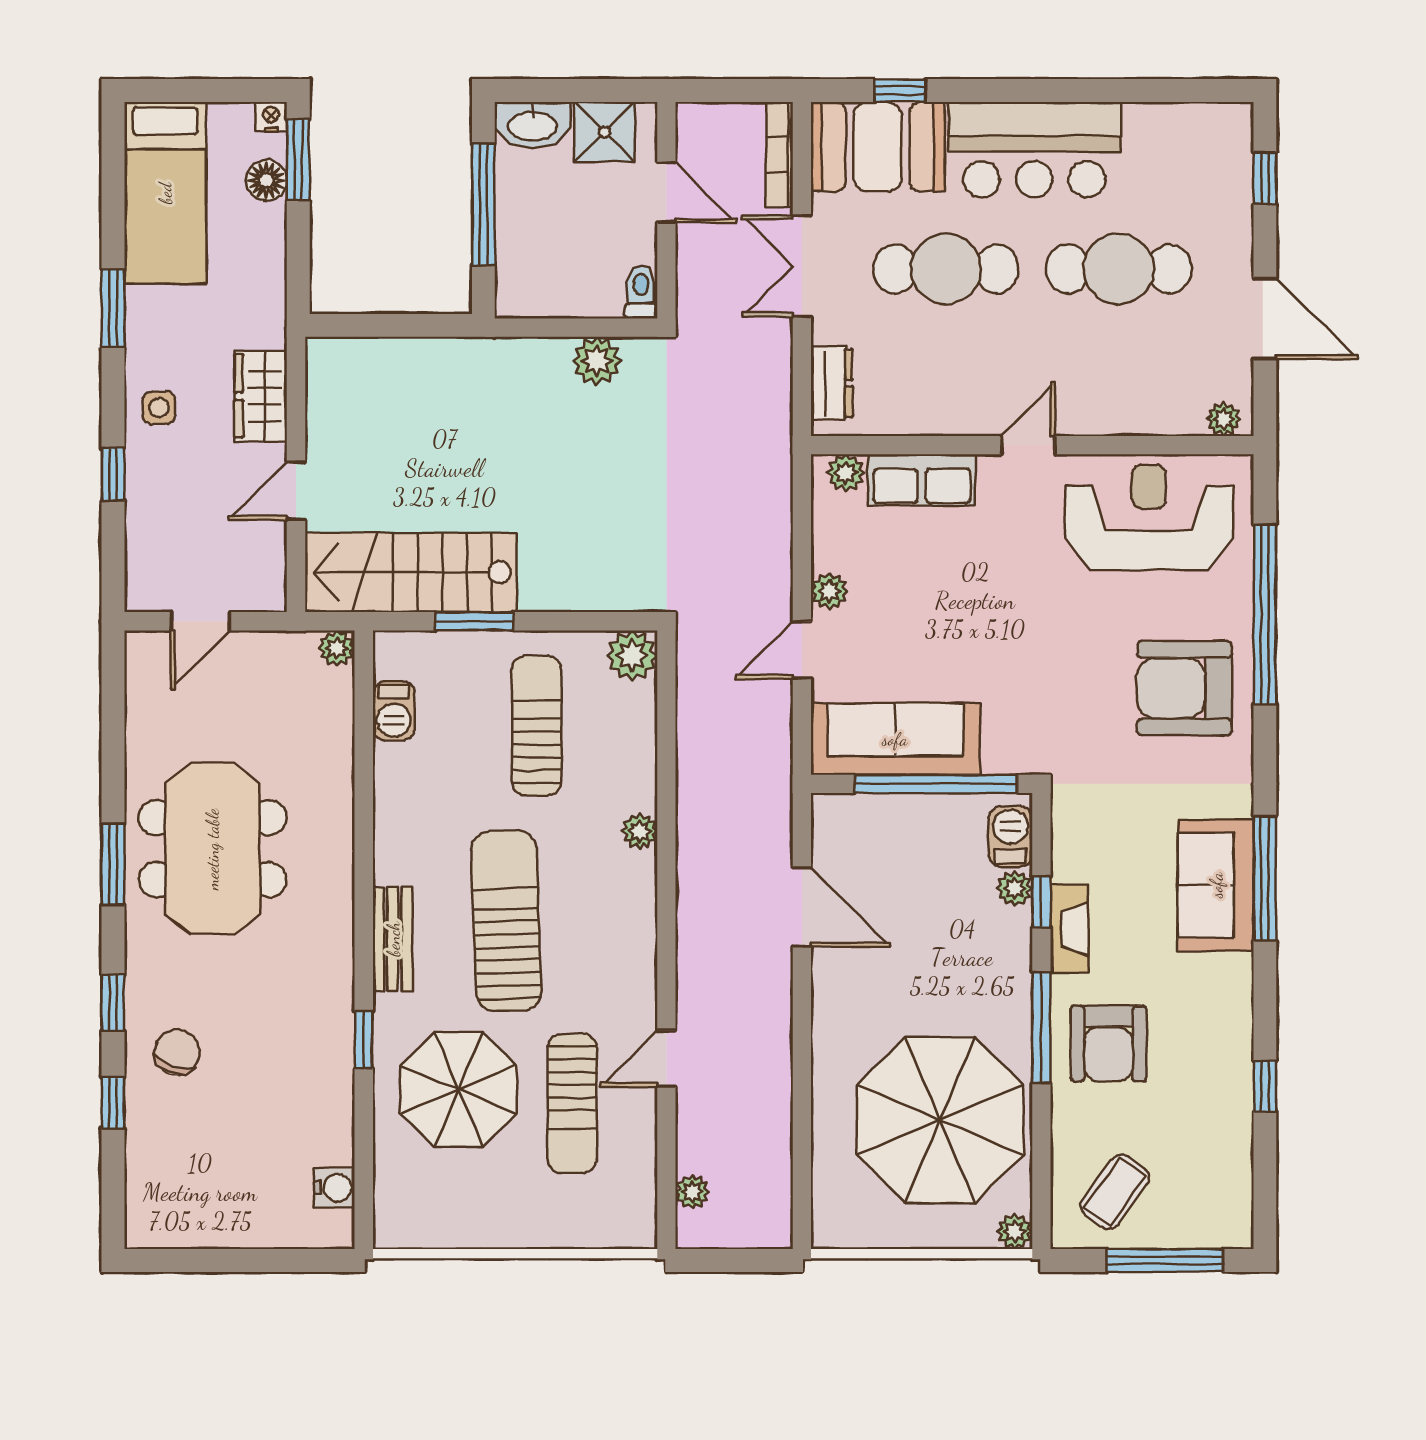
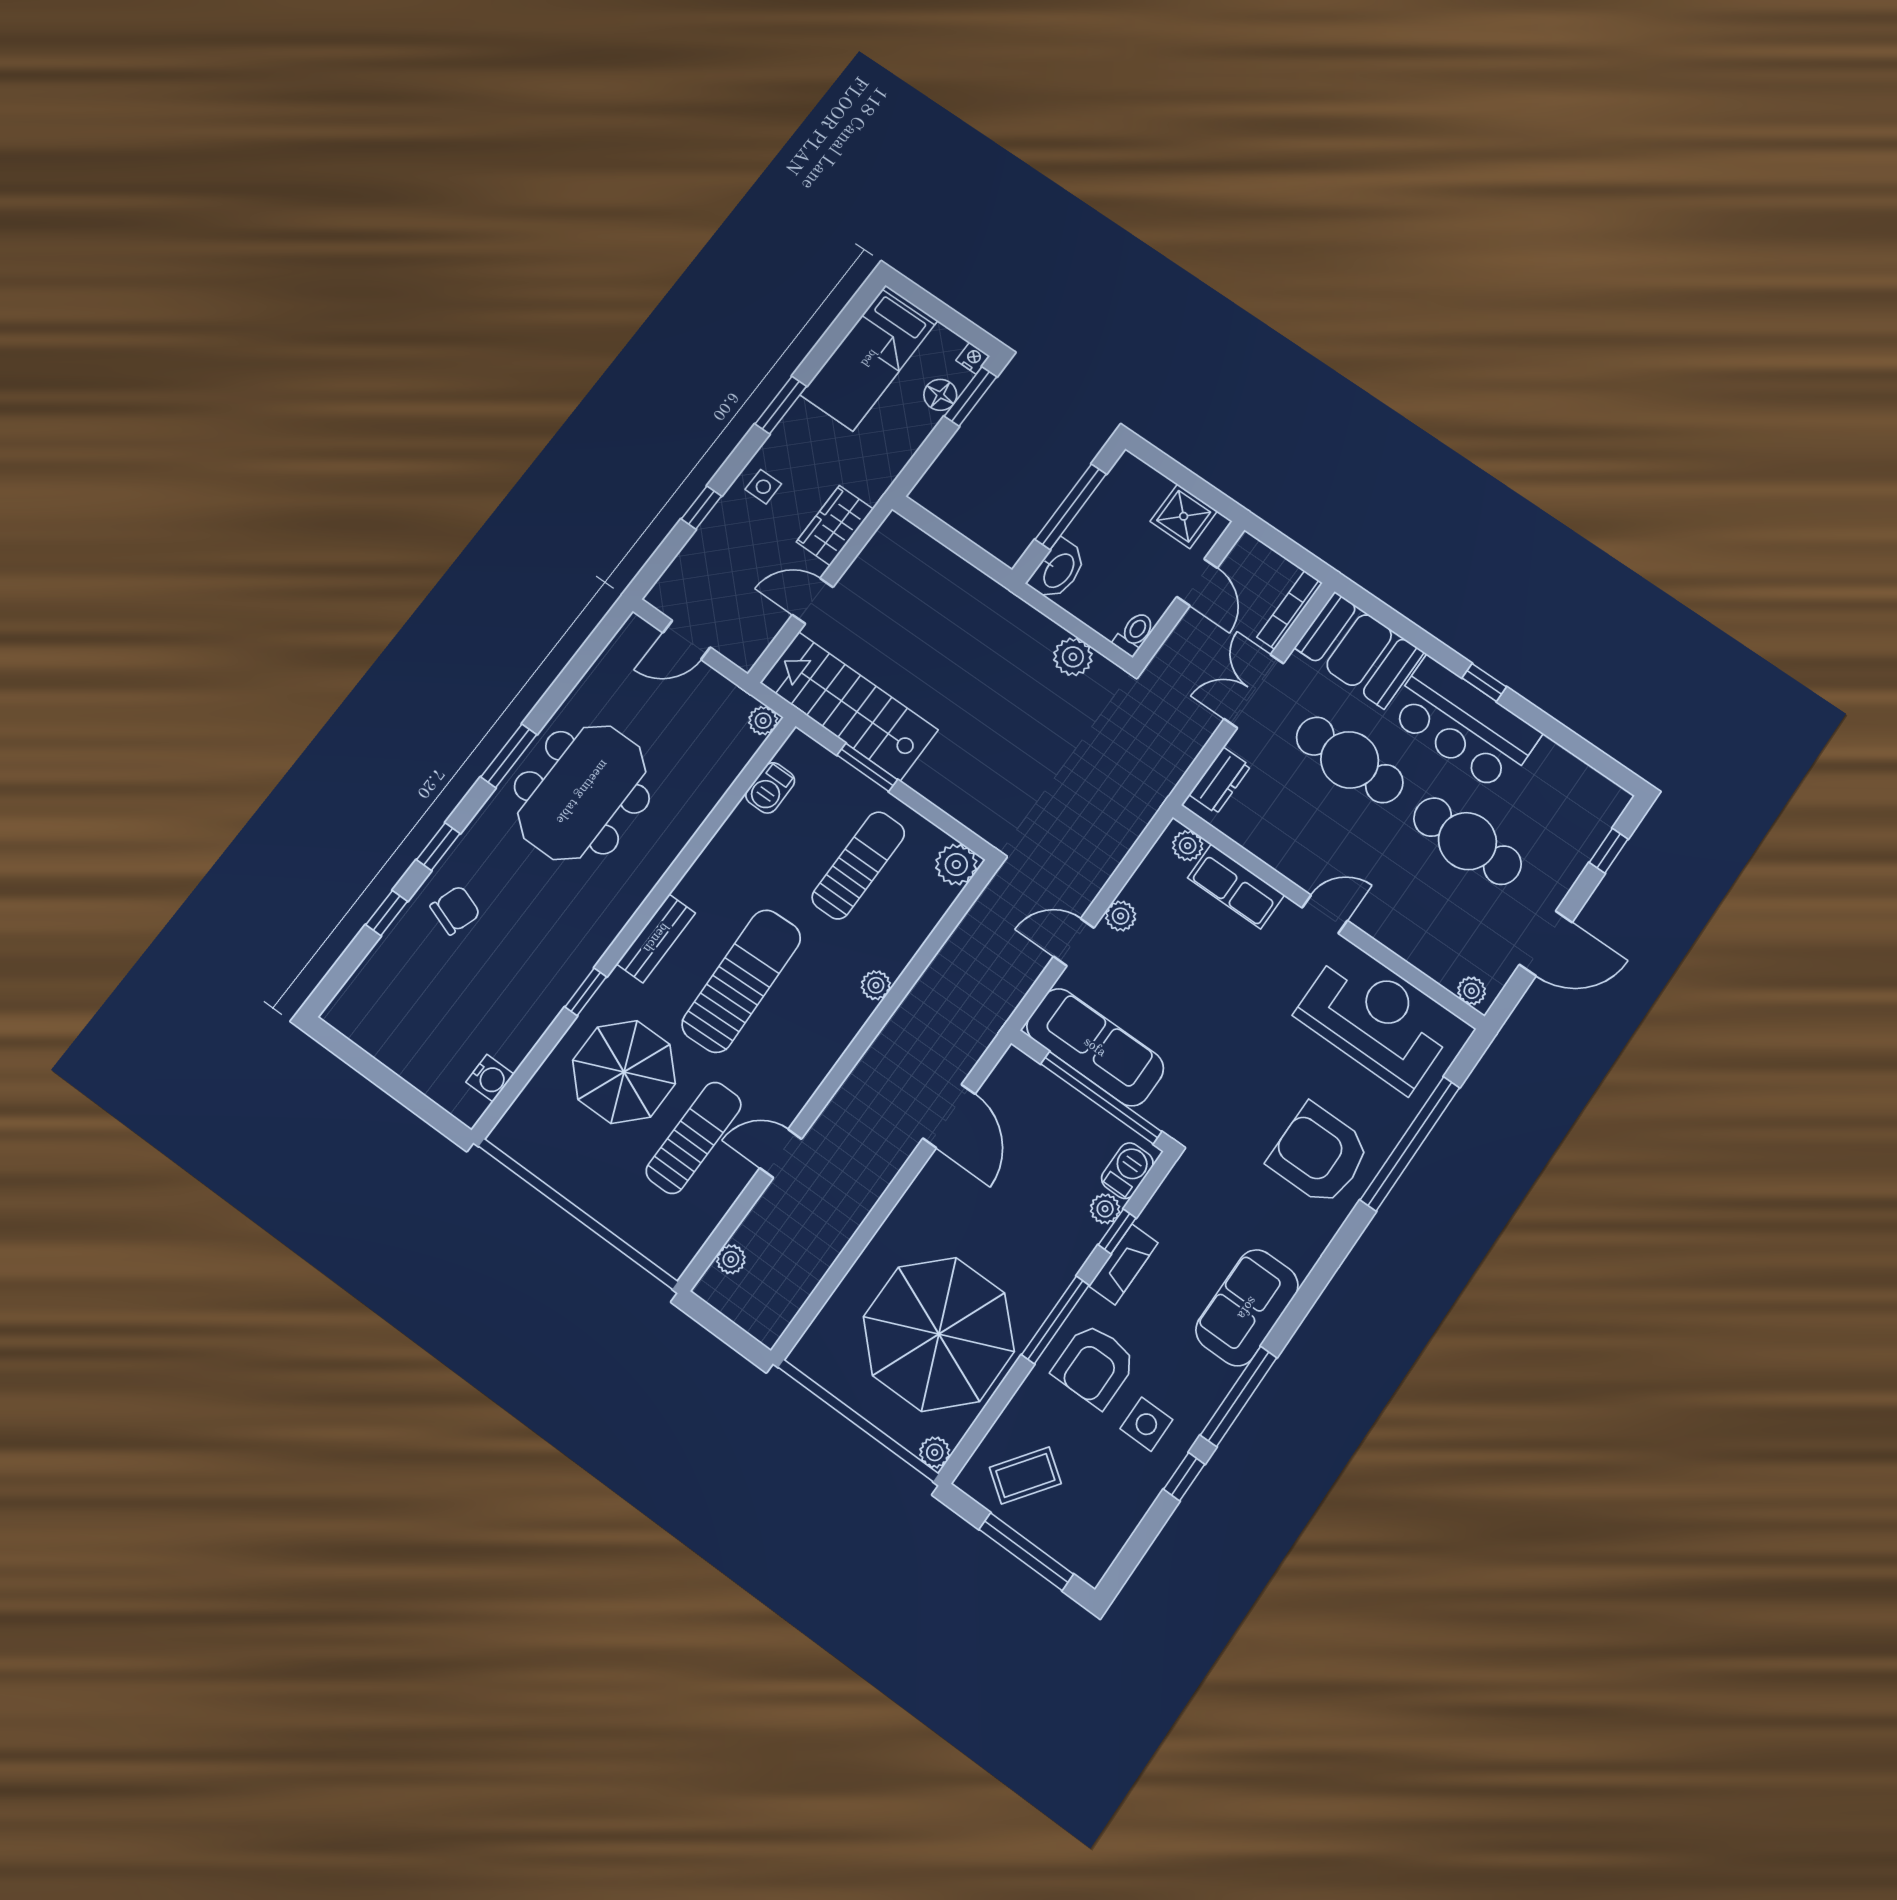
window: (900, 90) -> (1484, 682), moved
washbasin: (533, 125) -> (1058, 570), moved, turned -90
door: (1265, 318) -> (1546, 943), hinge flipped
window: (1265, 878) -> (1239, 1396), moved
side table: (1196, 1063) -> (1146, 1424), added
sun lounger: (572, 1104) -> (694, 1138), turned 180

